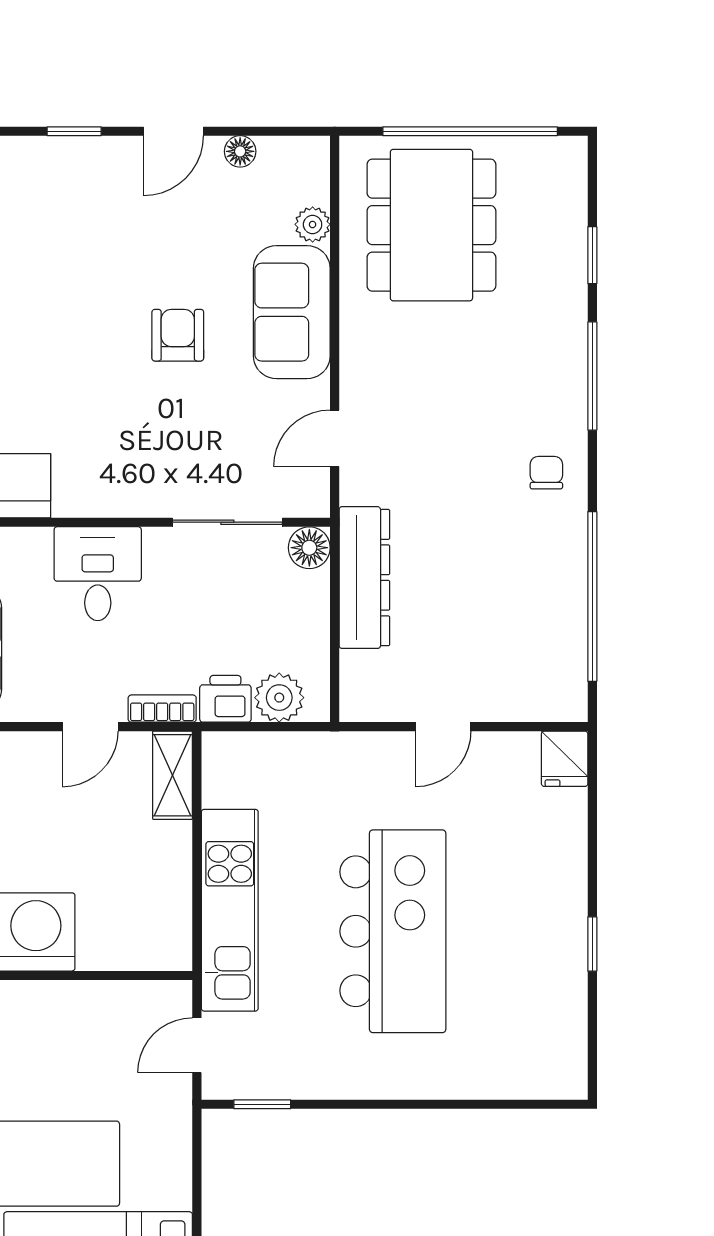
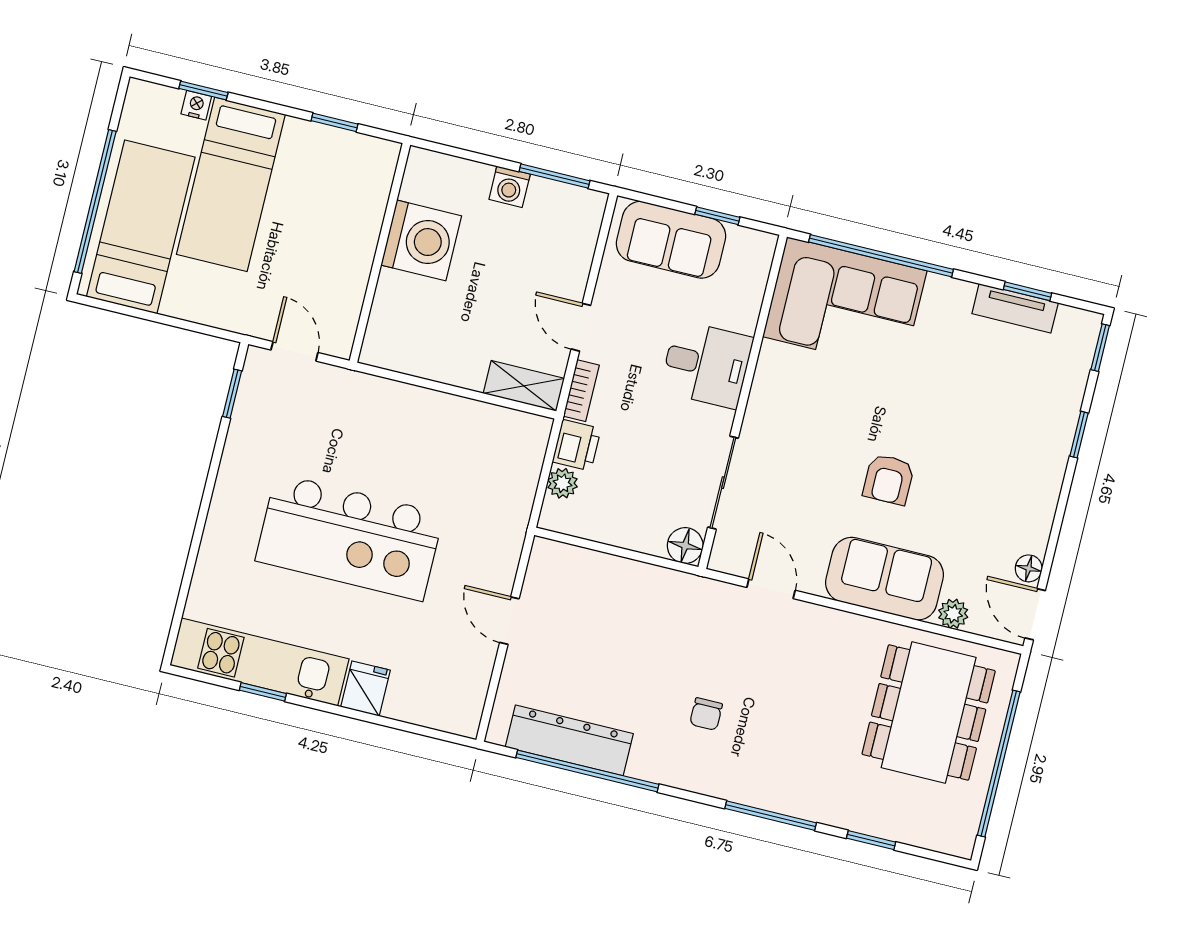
door: (173, 131) -> (1035, 614), moved
dining table: (431, 225) -> (929, 712), turned 90
armchair: (178, 335) -> (888, 479), turned 90
chair: (546, 473) -> (706, 714), moved, turned 90
dresser: (364, 578) -> (569, 740), moved, turned 180
plant: (279, 698) -> (562, 483), width x0.73, depth x0.73
fridge: (565, 759) -> (365, 689), moved, turned 90
kitchen unit: (230, 910) -> (259, 662), moved, turned 180
window: (592, 944) -> (263, 692), moved

